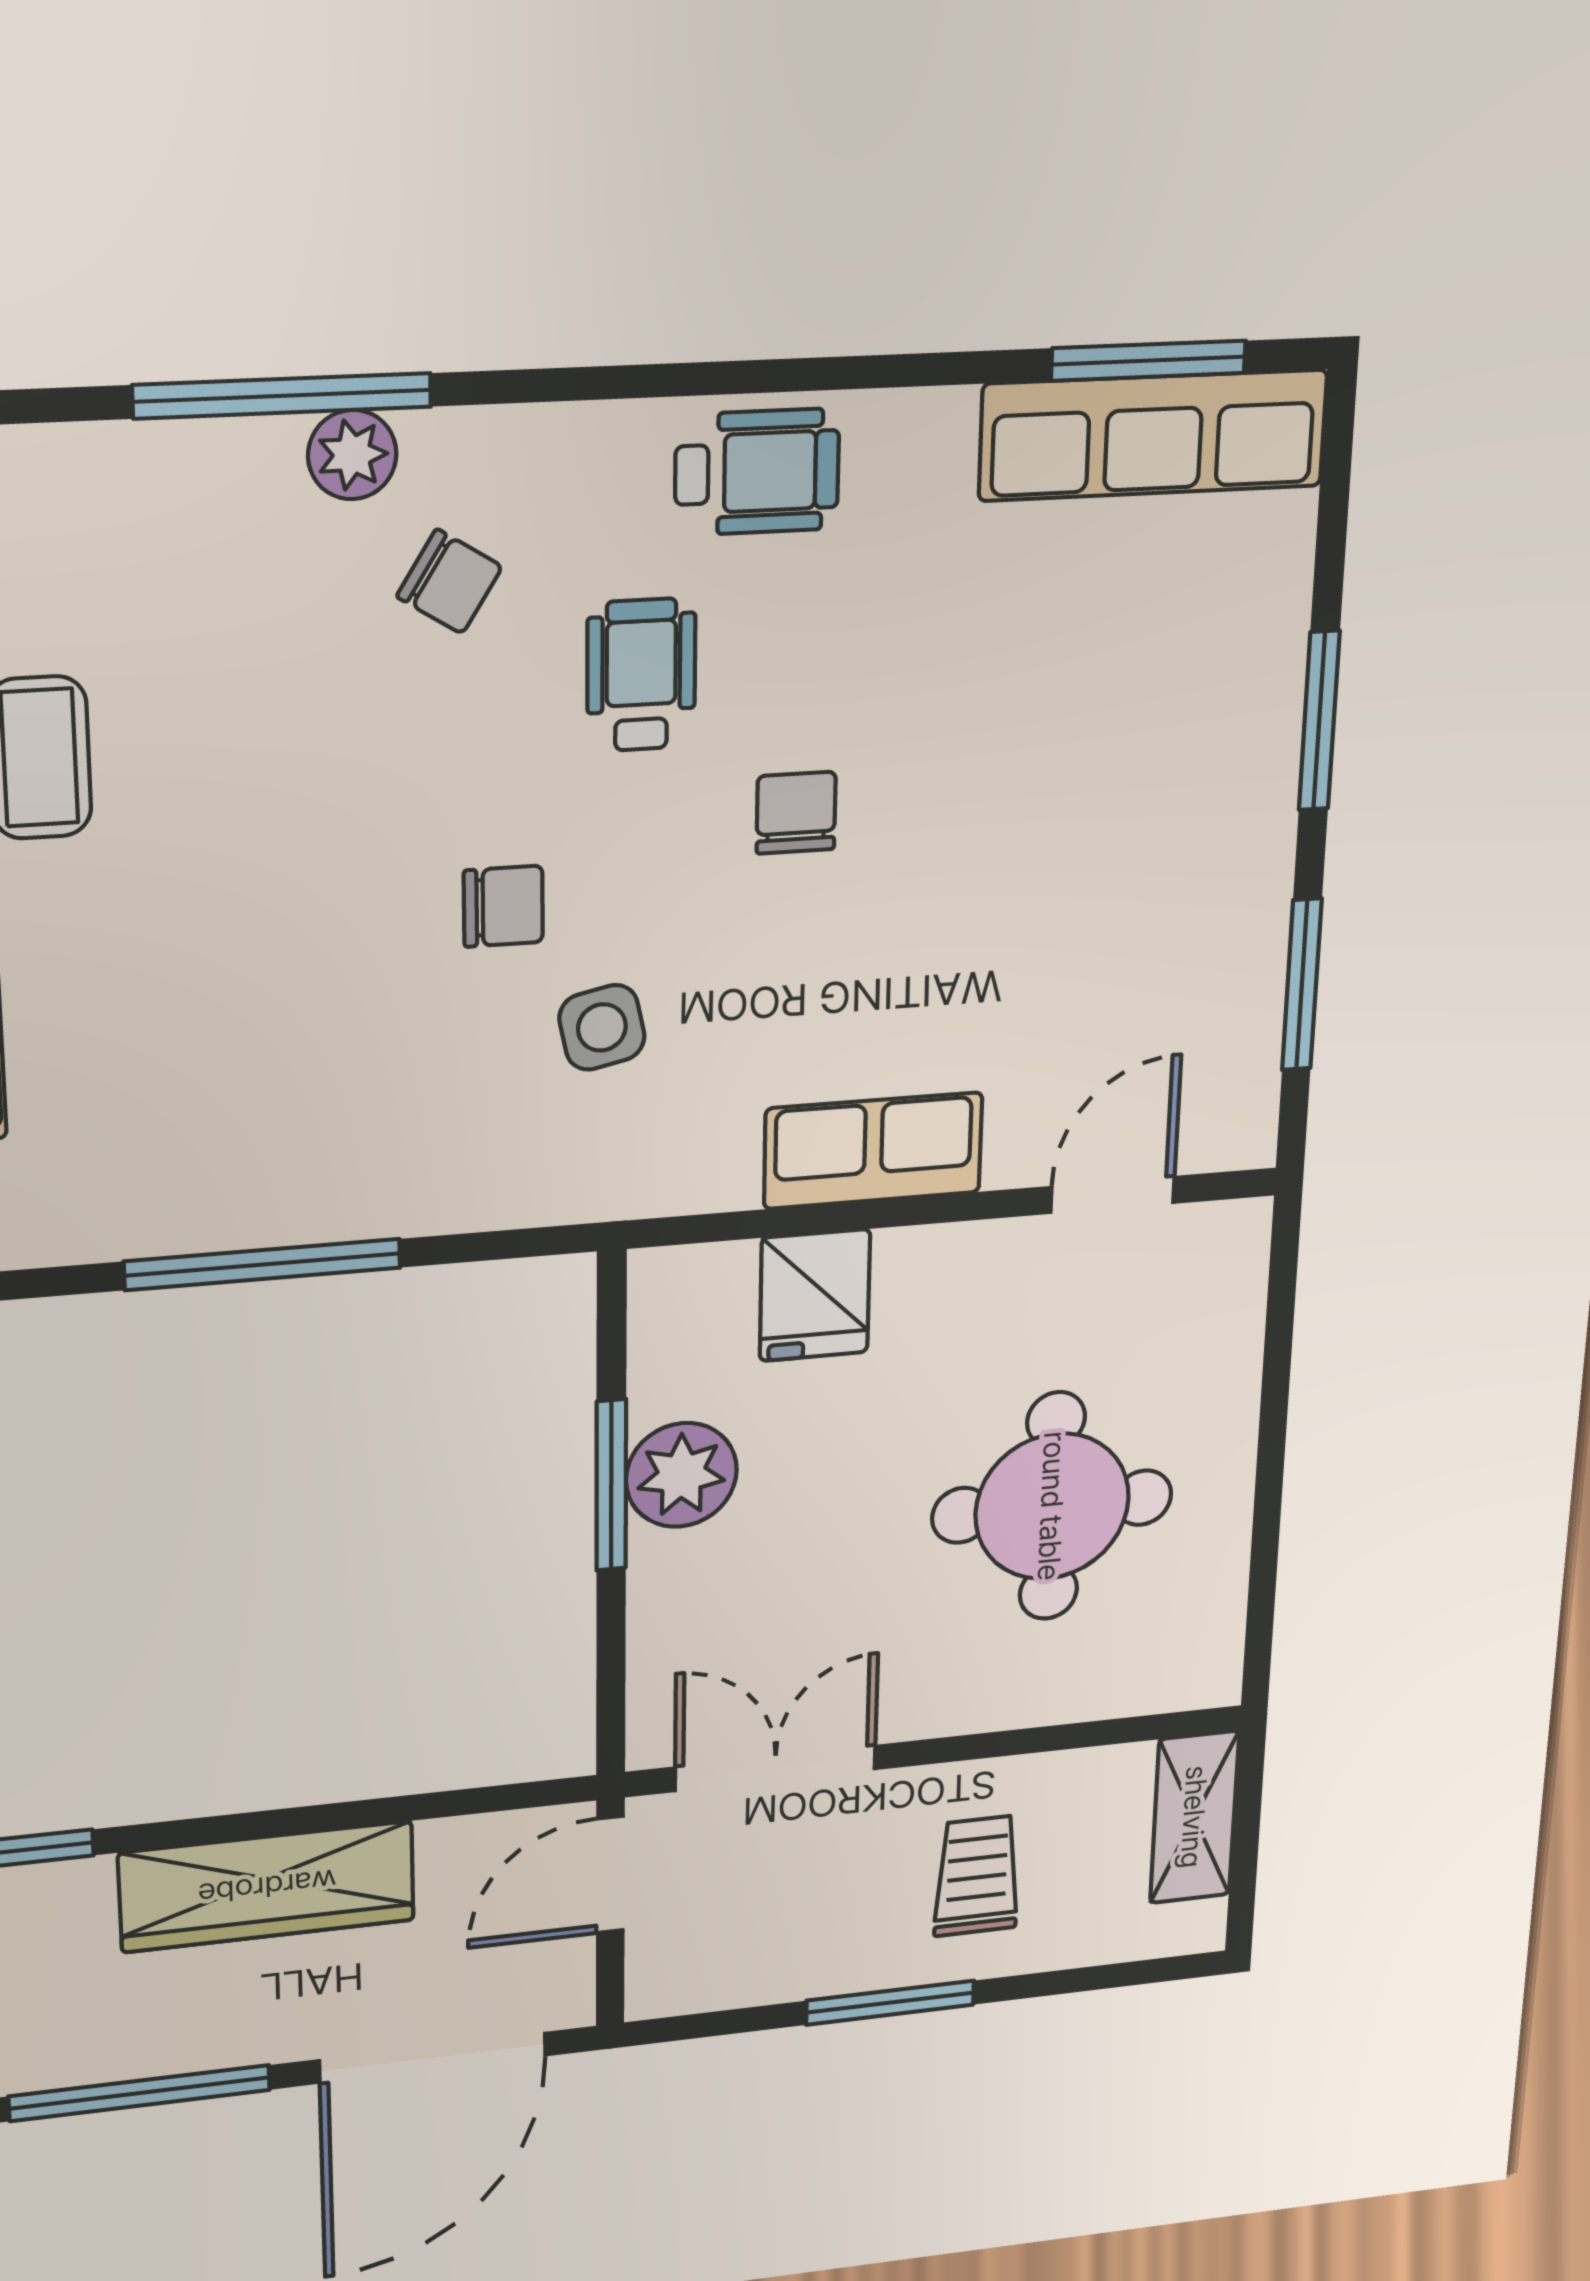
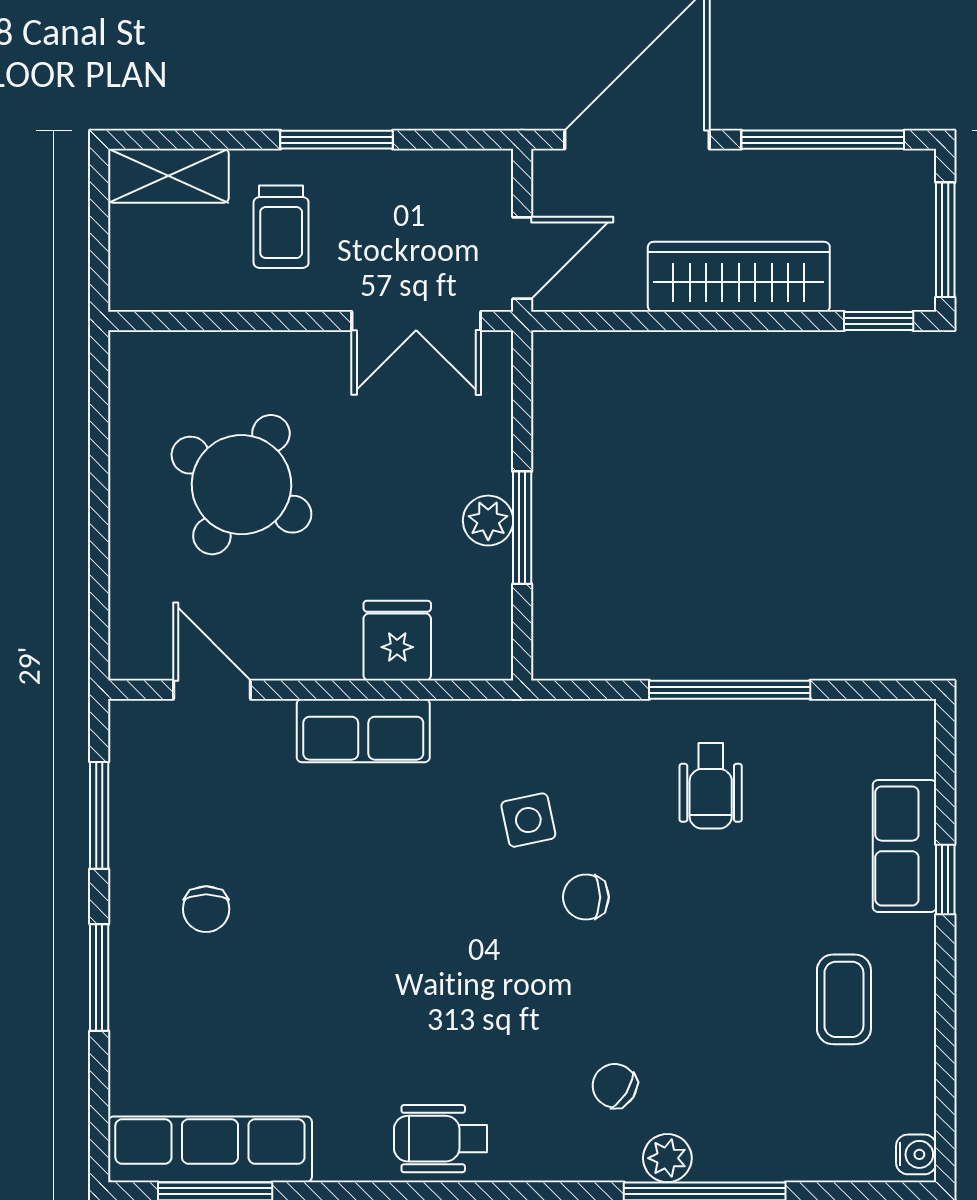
wheelchair: (641, 675) -> (711, 786), moved
chair: (796, 813) -> (206, 909), moved
door: (1113, 1195) -> (212, 690), swing flipped
plant: (681, 1475) -> (488, 521), width x0.73, depth x0.73
round table: (1052, 1506) -> (241, 485), turned 30
shelving: (1194, 1817) -> (168, 176), moved, turned 90

